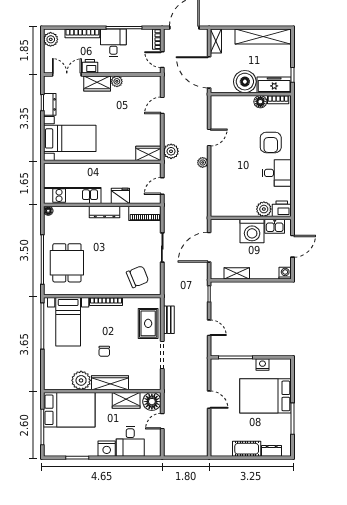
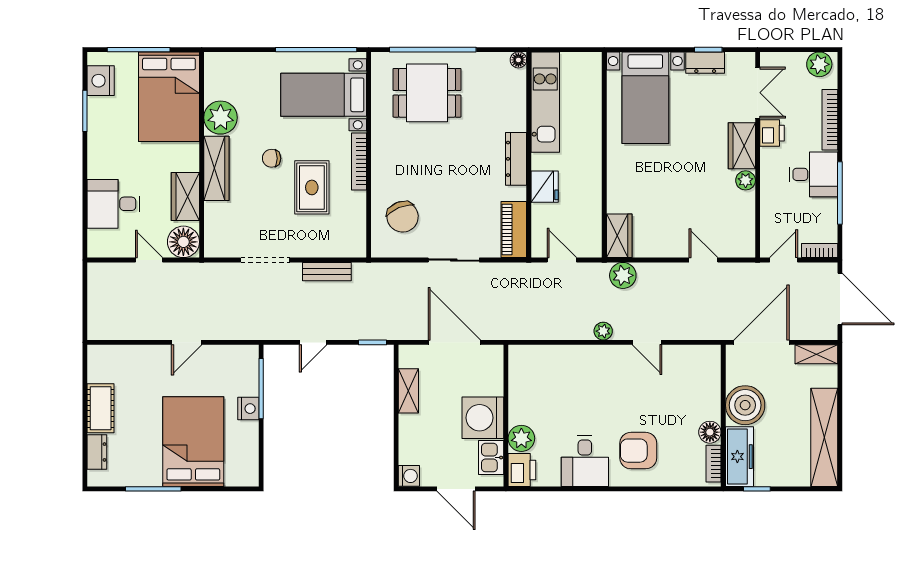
rug: (148, 323) -> (312, 187), moved, turned 90
nightstand: (262, 365) -> (248, 409), moved
nightstand: (107, 449) -> (101, 81), moved

